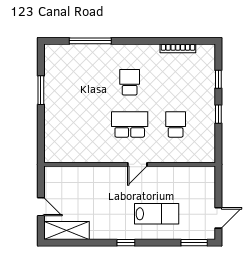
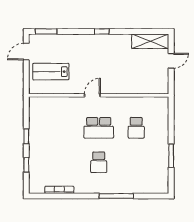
window: (90, 41) -> (116, 196), moved
school desk: (176, 124) -> (136, 128), moved
door: (41, 207) -> (171, 61), swing flipped
lab bench: (157, 214) -> (51, 72), moved

